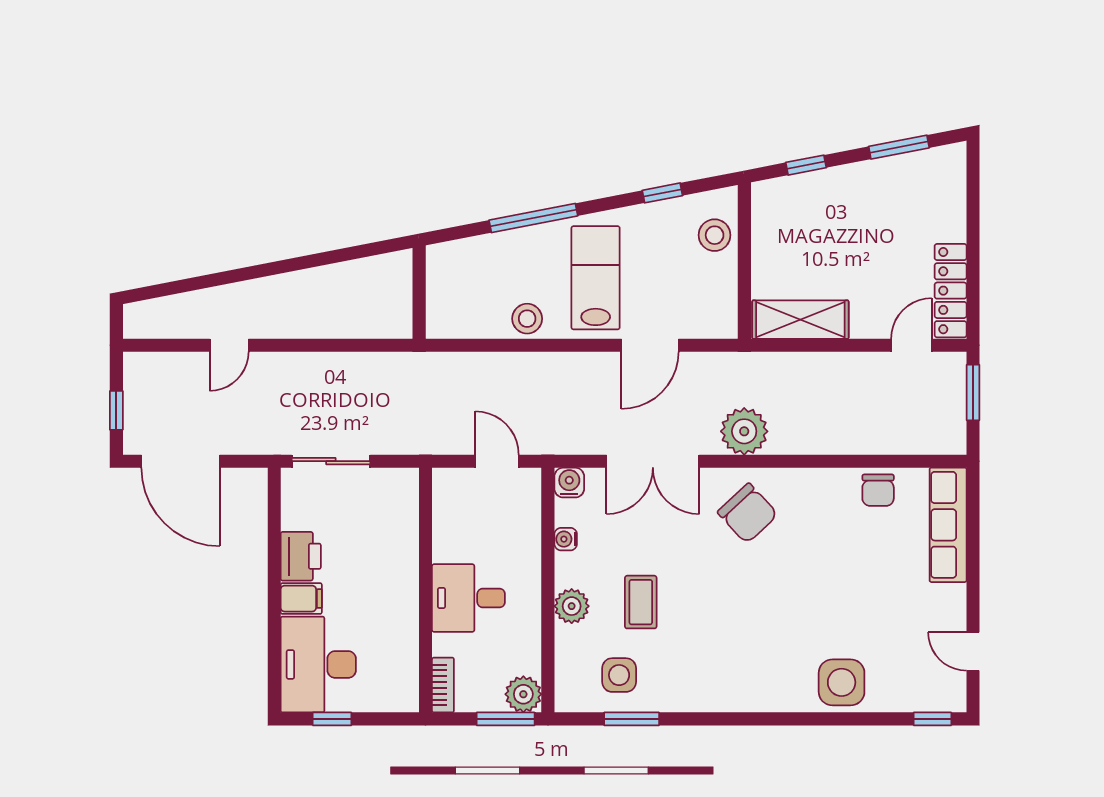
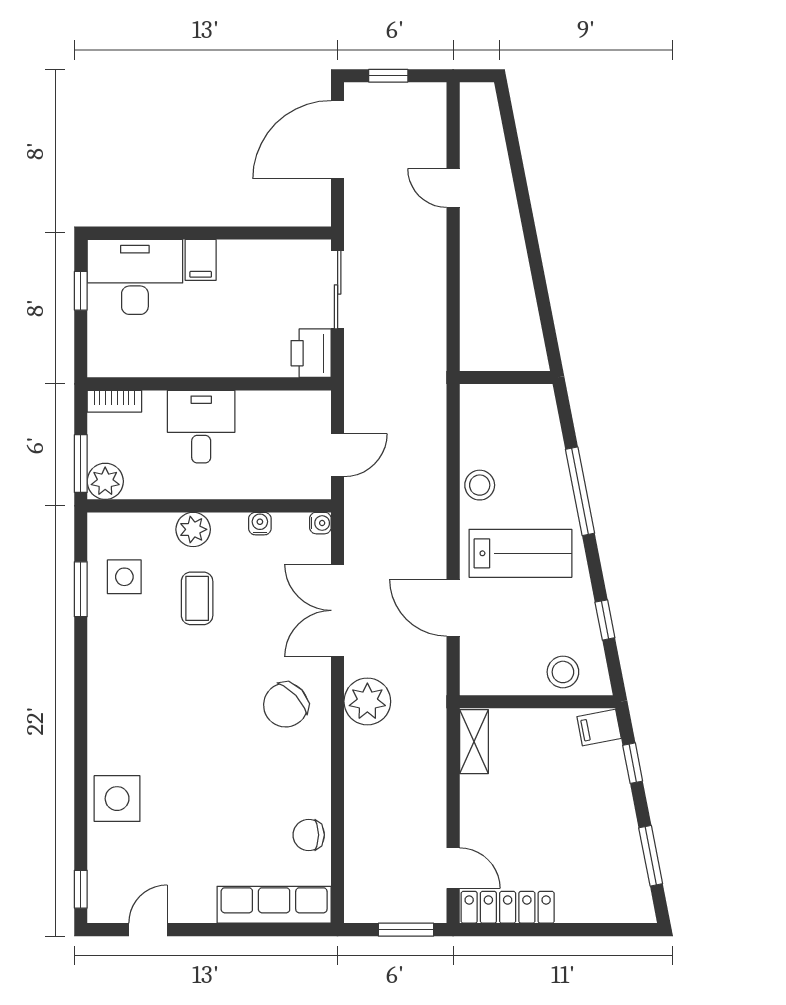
filing cabinet: (770, 199) -> (599, 728), added
shelving: (800, 320) -> (474, 742), width x0.67, depth x0.75
water cooler: (569, 483) -> (320, 523), width x0.72, depth x0.72
printer: (301, 556) -> (311, 353), moved, turned 90
coffee table: (641, 602) -> (197, 598), turned 90

